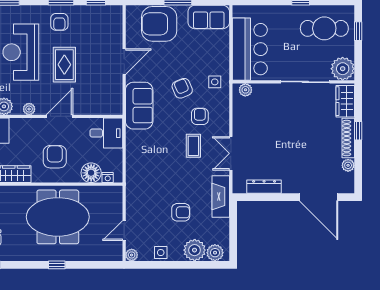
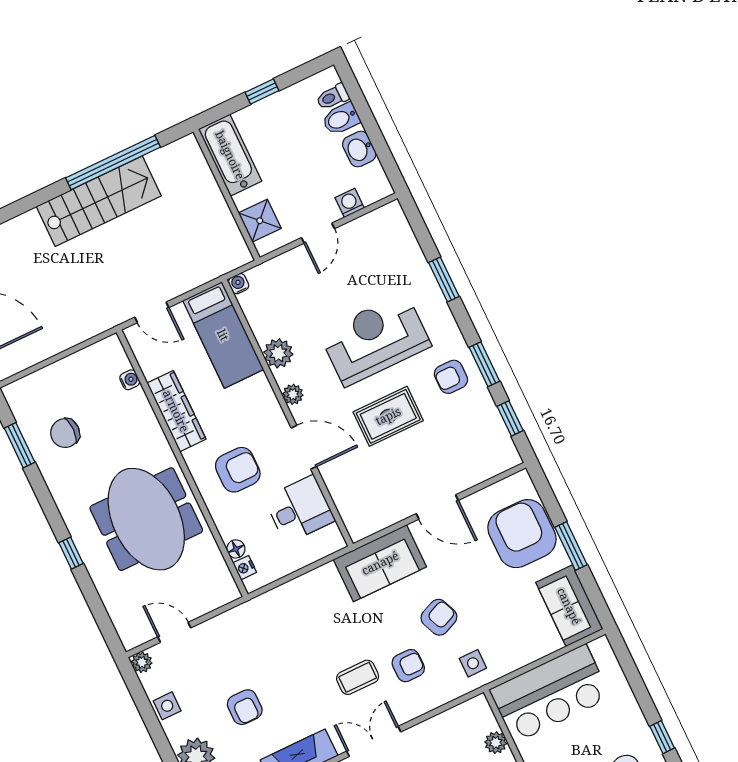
plant: (245, 90) -> (496, 743), moved
desk: (106, 133) -> (300, 509), moved, turned -90
floor lamp: (91, 173) -> (236, 549), width x0.53, depth x0.53

